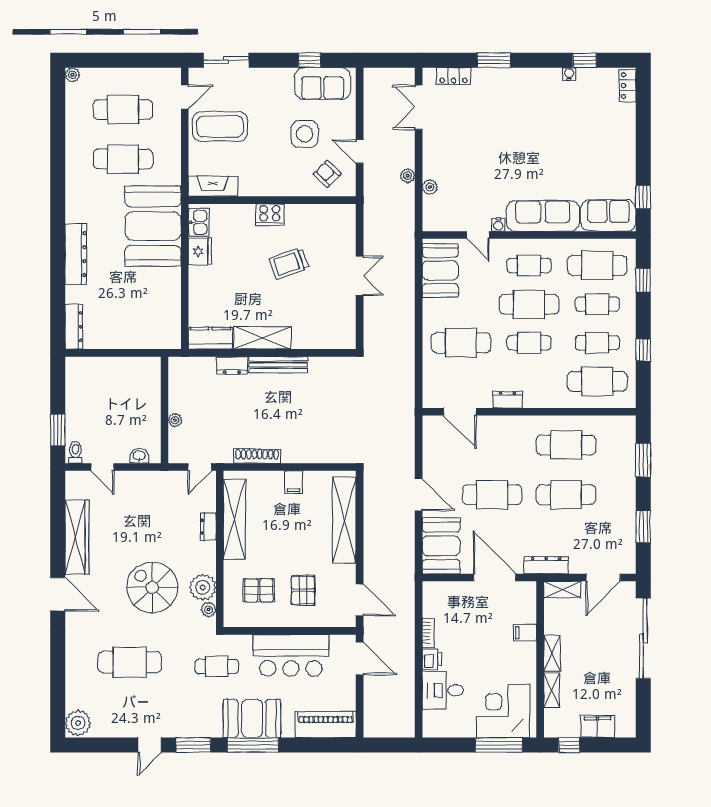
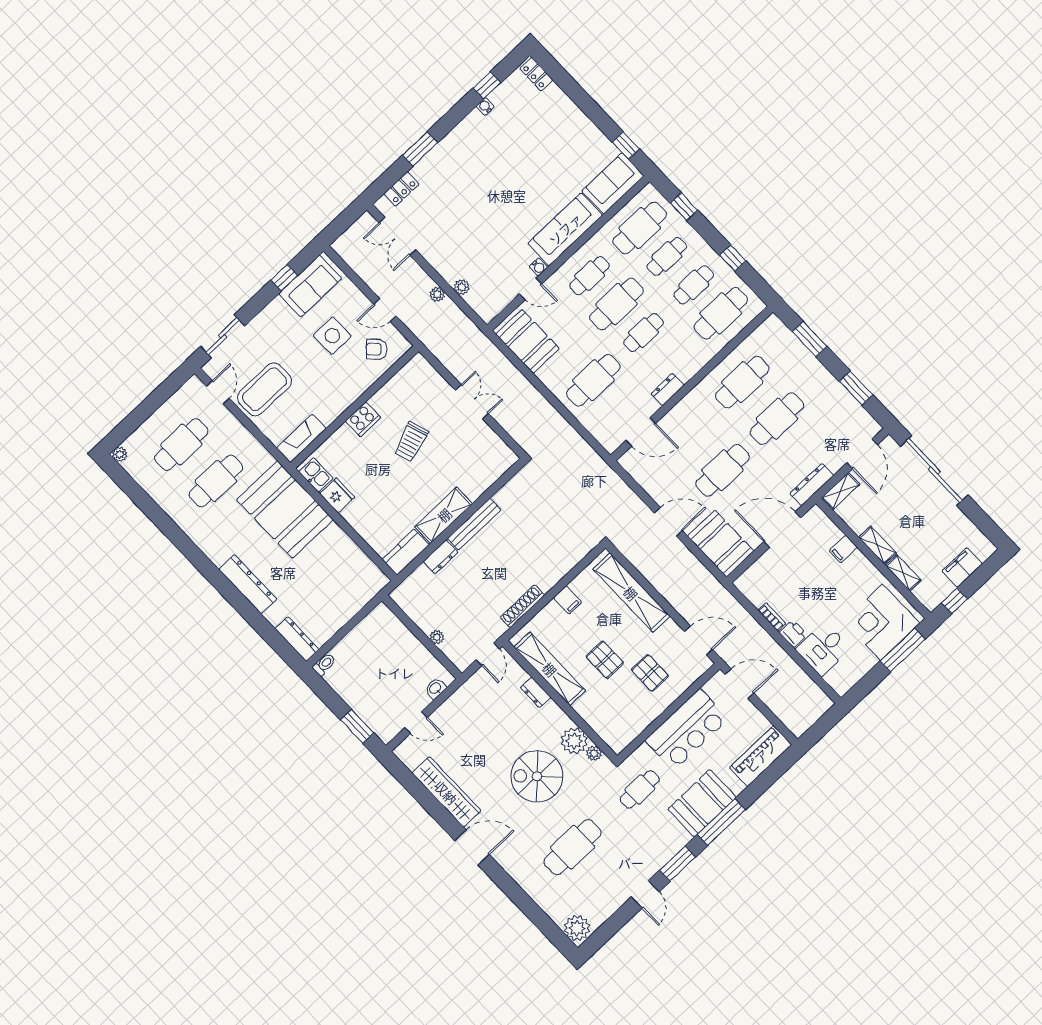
toilet: (75, 452) -> (324, 664), moved, turned 90
pallet: (259, 590) -> (605, 660), moved, turned 90

